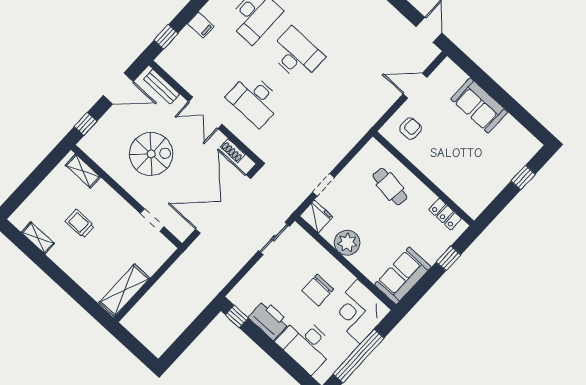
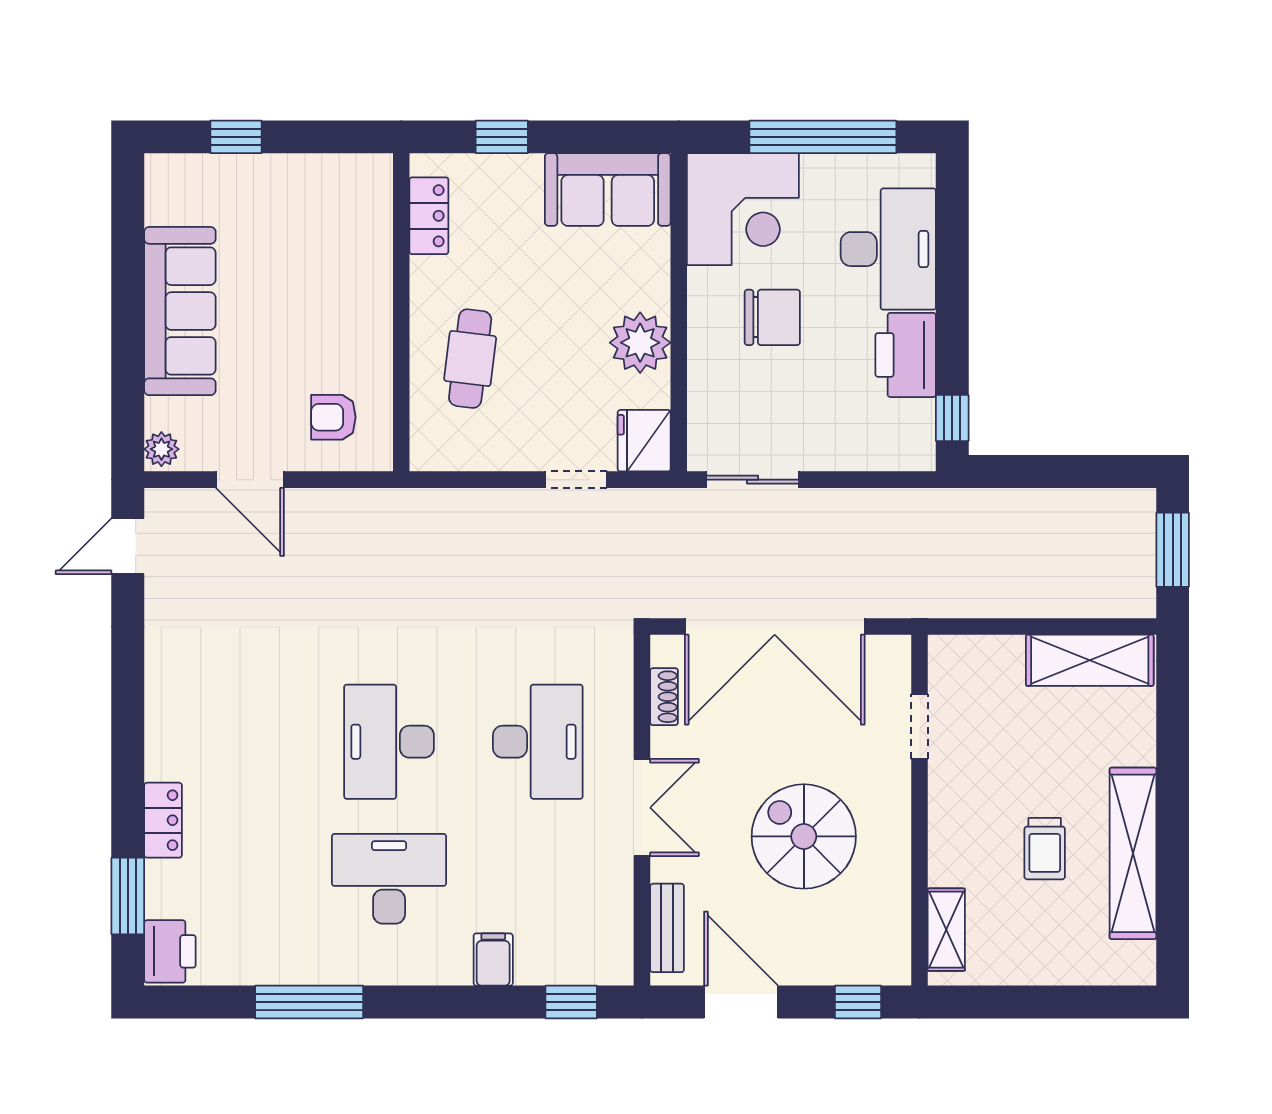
plant: (449, 67) -> (161, 449), added
sofa: (479, 105) -> (180, 311), width x1.36
shelving: (38, 238) -> (1133, 853), width x2.20, depth x1.33
window: (135, 346) -> (1173, 550), added

